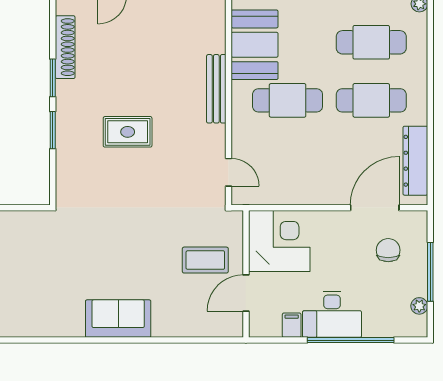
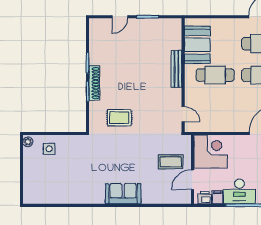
shoe rack: (65, 47) -> (94, 83), moved
rug: (128, 132) -> (119, 118), moved
printer: (268, 326) -> (205, 198), added

